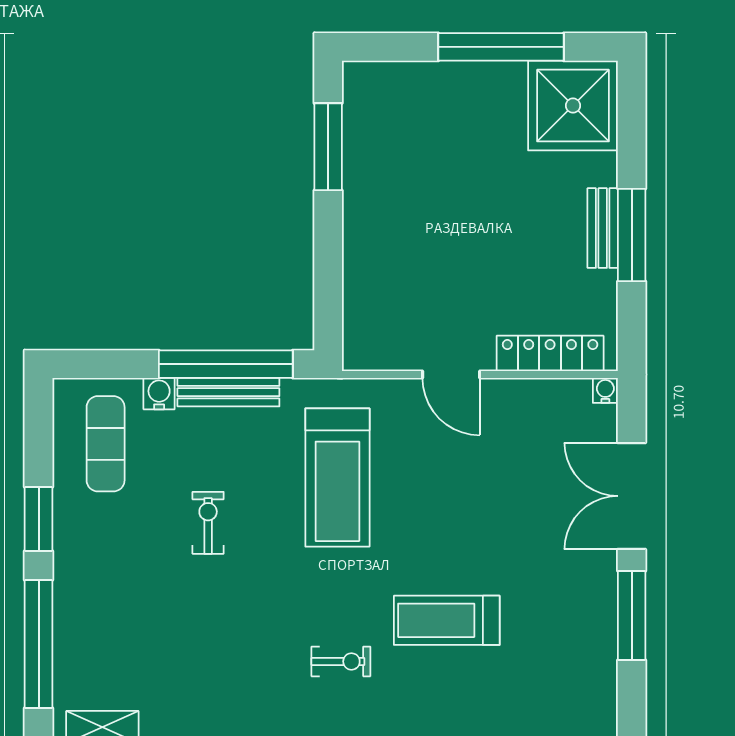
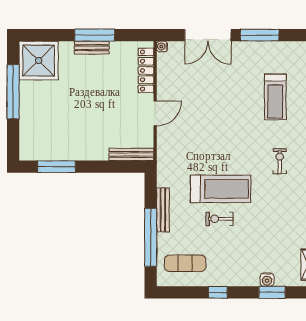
bench: (356, 319) -> (131, 154), added
window: (226, 364) -> (151, 237), moved
water cooler: (159, 394) -> (267, 280), moved, turned -90
treadmill: (337, 478) -> (221, 189), moved
window: (39, 519) -> (218, 292), width x0.67
treadmill: (447, 620) -> (275, 97), moved
window: (39, 644) -> (272, 292), width x0.47

